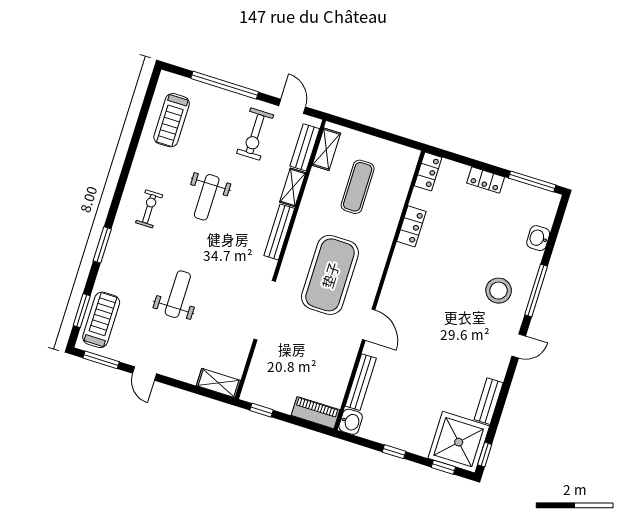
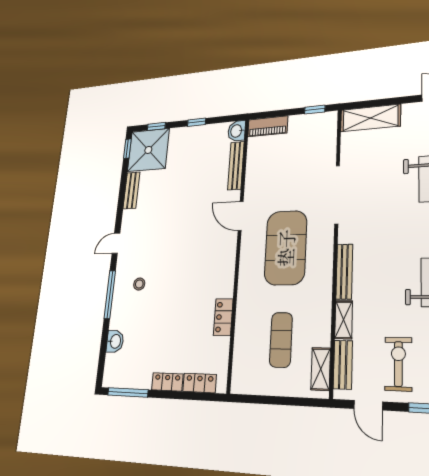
locker: (428, 172) -> (200, 383), moved, turned 90
stool: (499, 291) -> (139, 284), width x0.53, depth x0.53
shelving: (218, 383) -> (370, 118), width x1.50, depth x1.33

